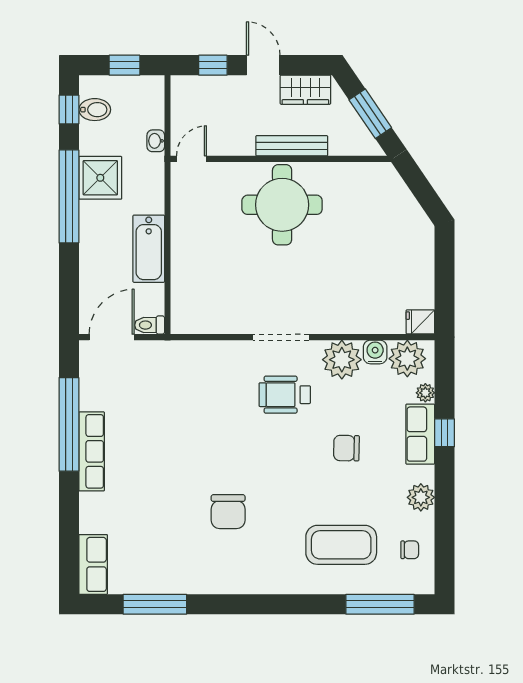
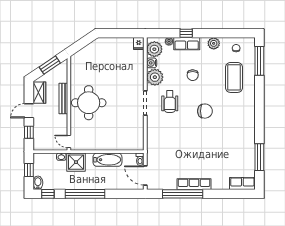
bidet: (95, 110) -> (38, 183), moved
shower: (100, 178) -> (76, 162), moved
chair: (228, 512) -> (205, 111), moved

